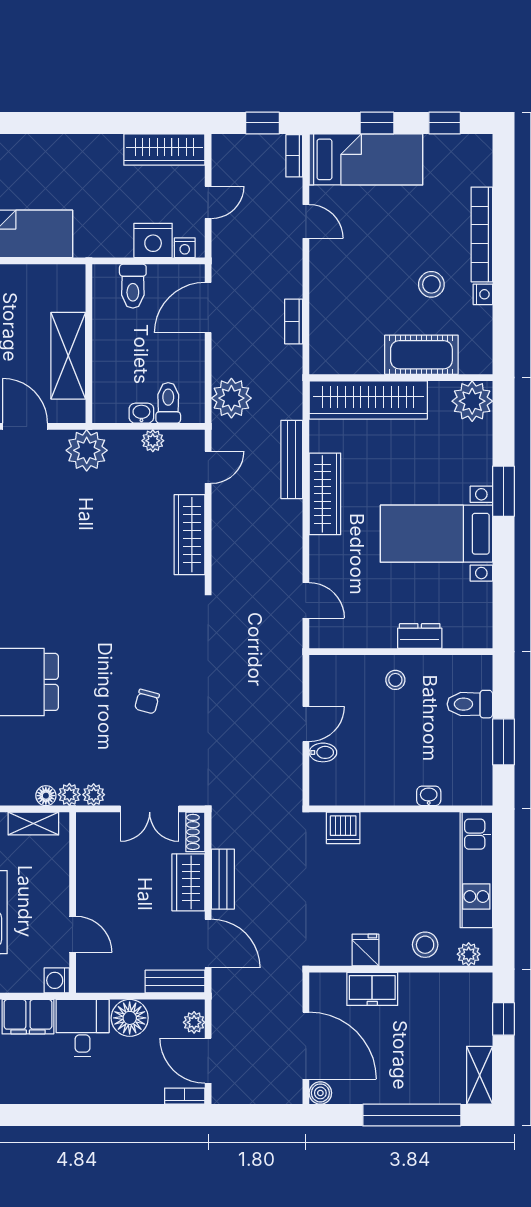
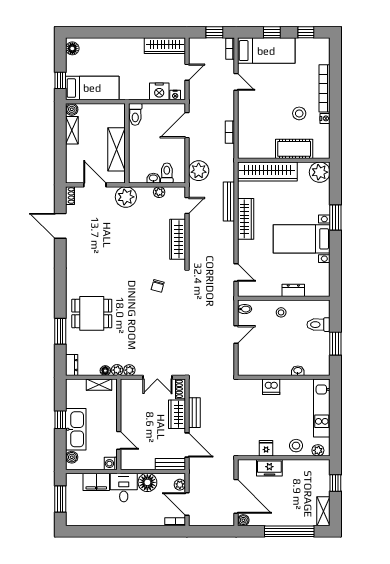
toilet: (133, 286) -> (135, 114), moved
chair: (147, 702) -> (158, 286), moved
bidet: (323, 752) -> (245, 309), moved
dishwasher: (343, 828) -> (271, 387), moved

